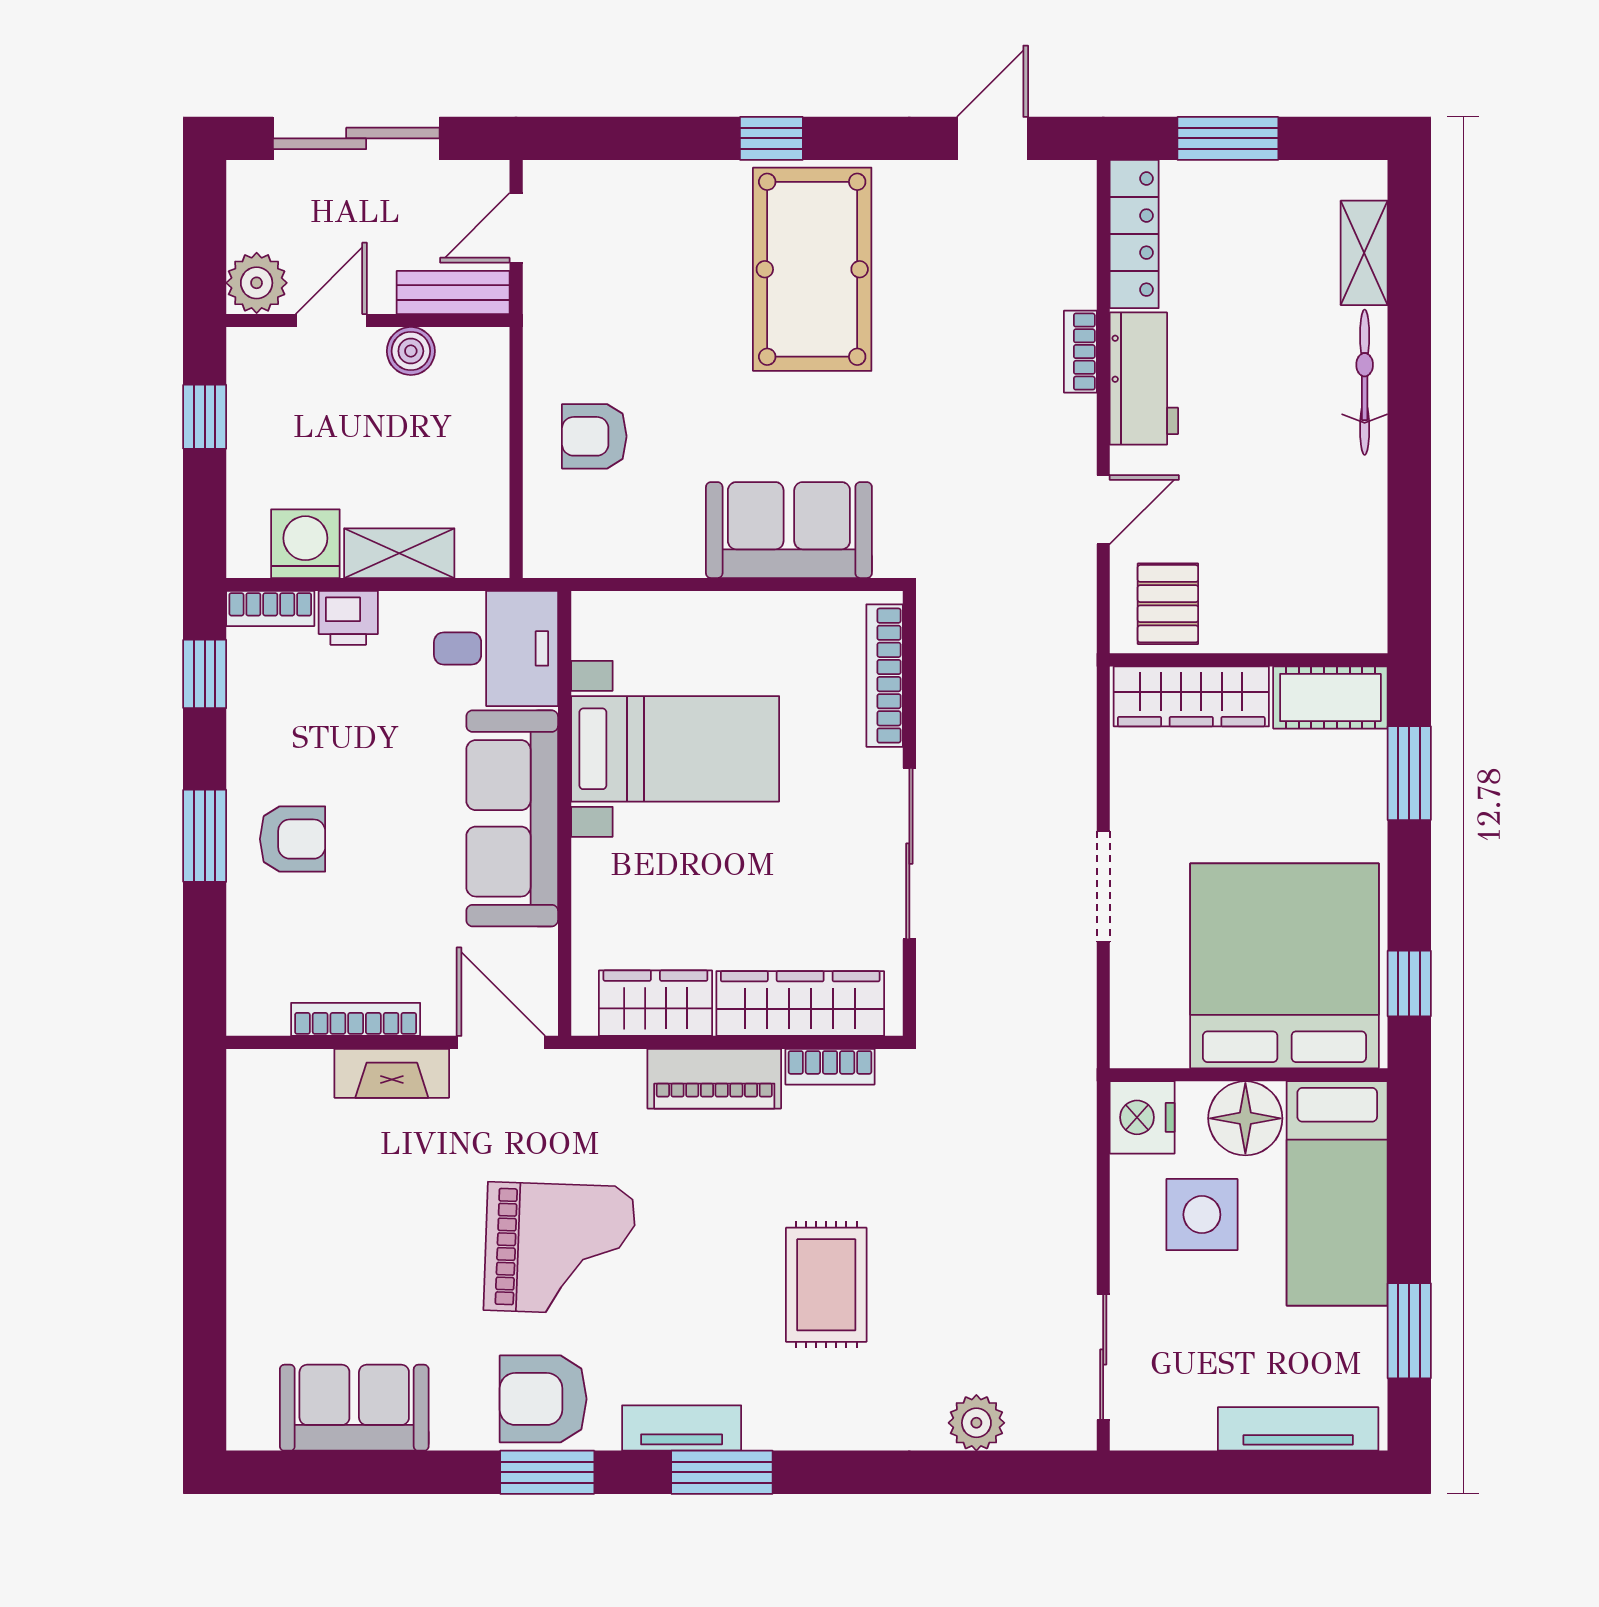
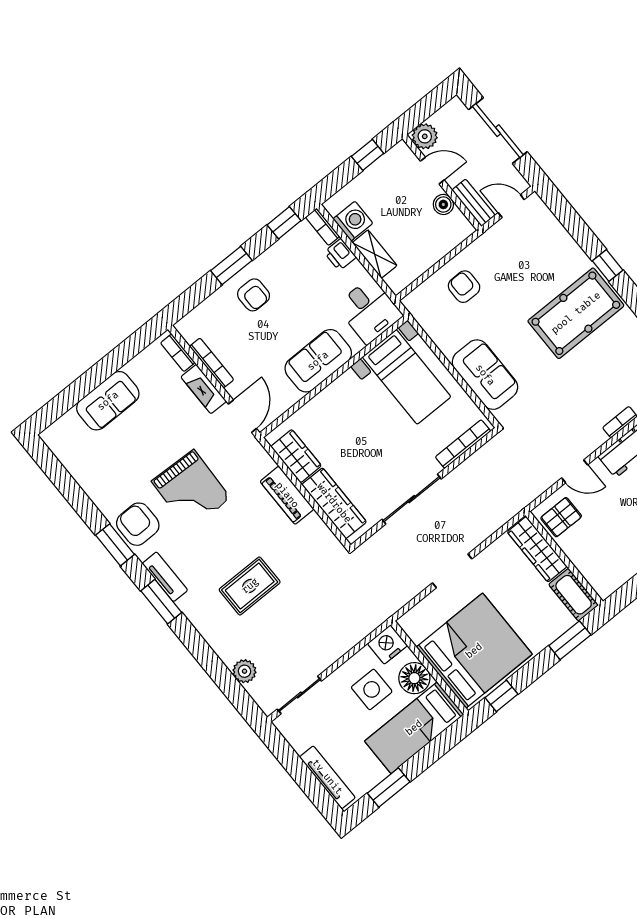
bed with nightstands: (675, 749) -> (407, 377), moved
sofa: (512, 818) -> (318, 361), width x0.73
bookcase: (830, 1067) -> (178, 353), moved
sofa: (354, 1408) -> (108, 401), moved, turned 90

